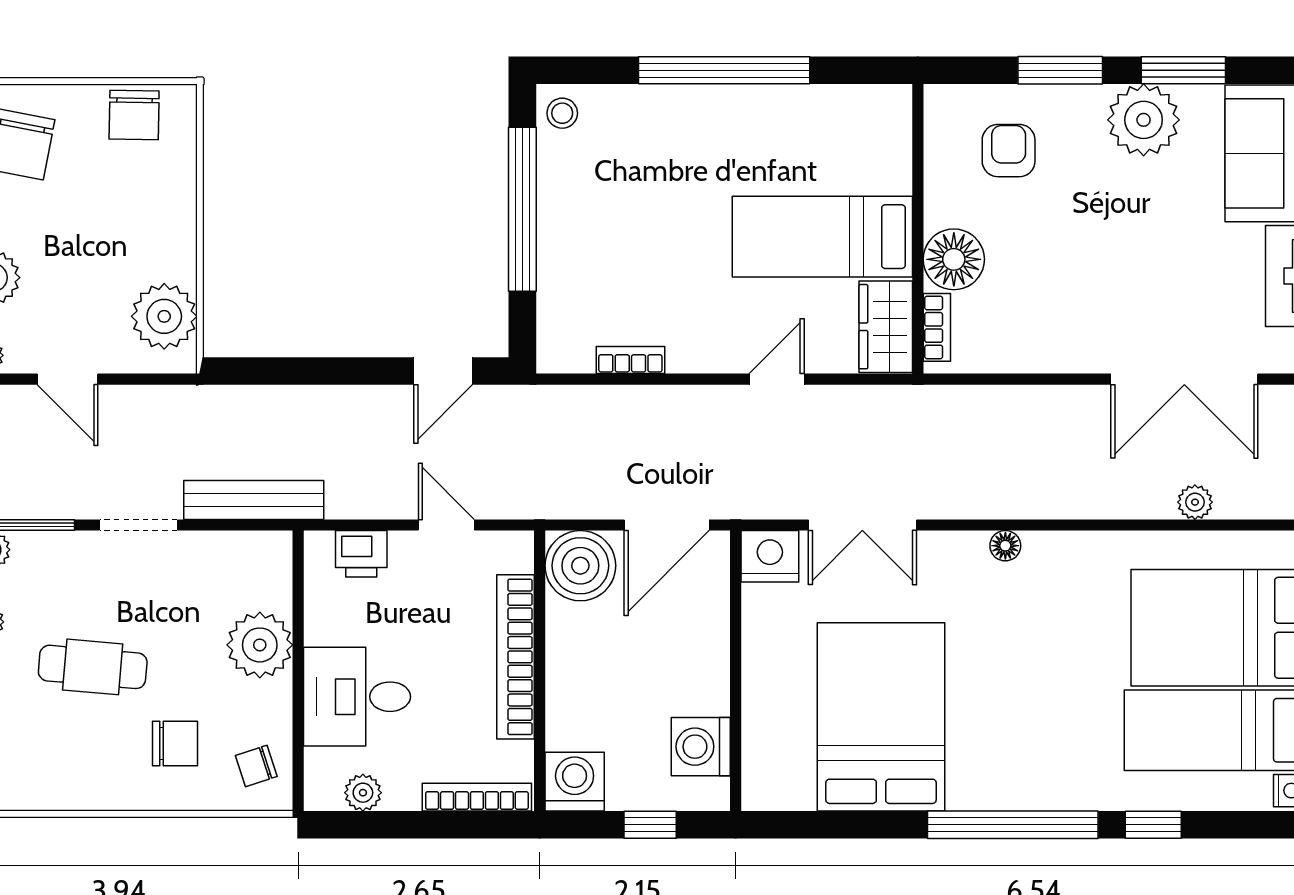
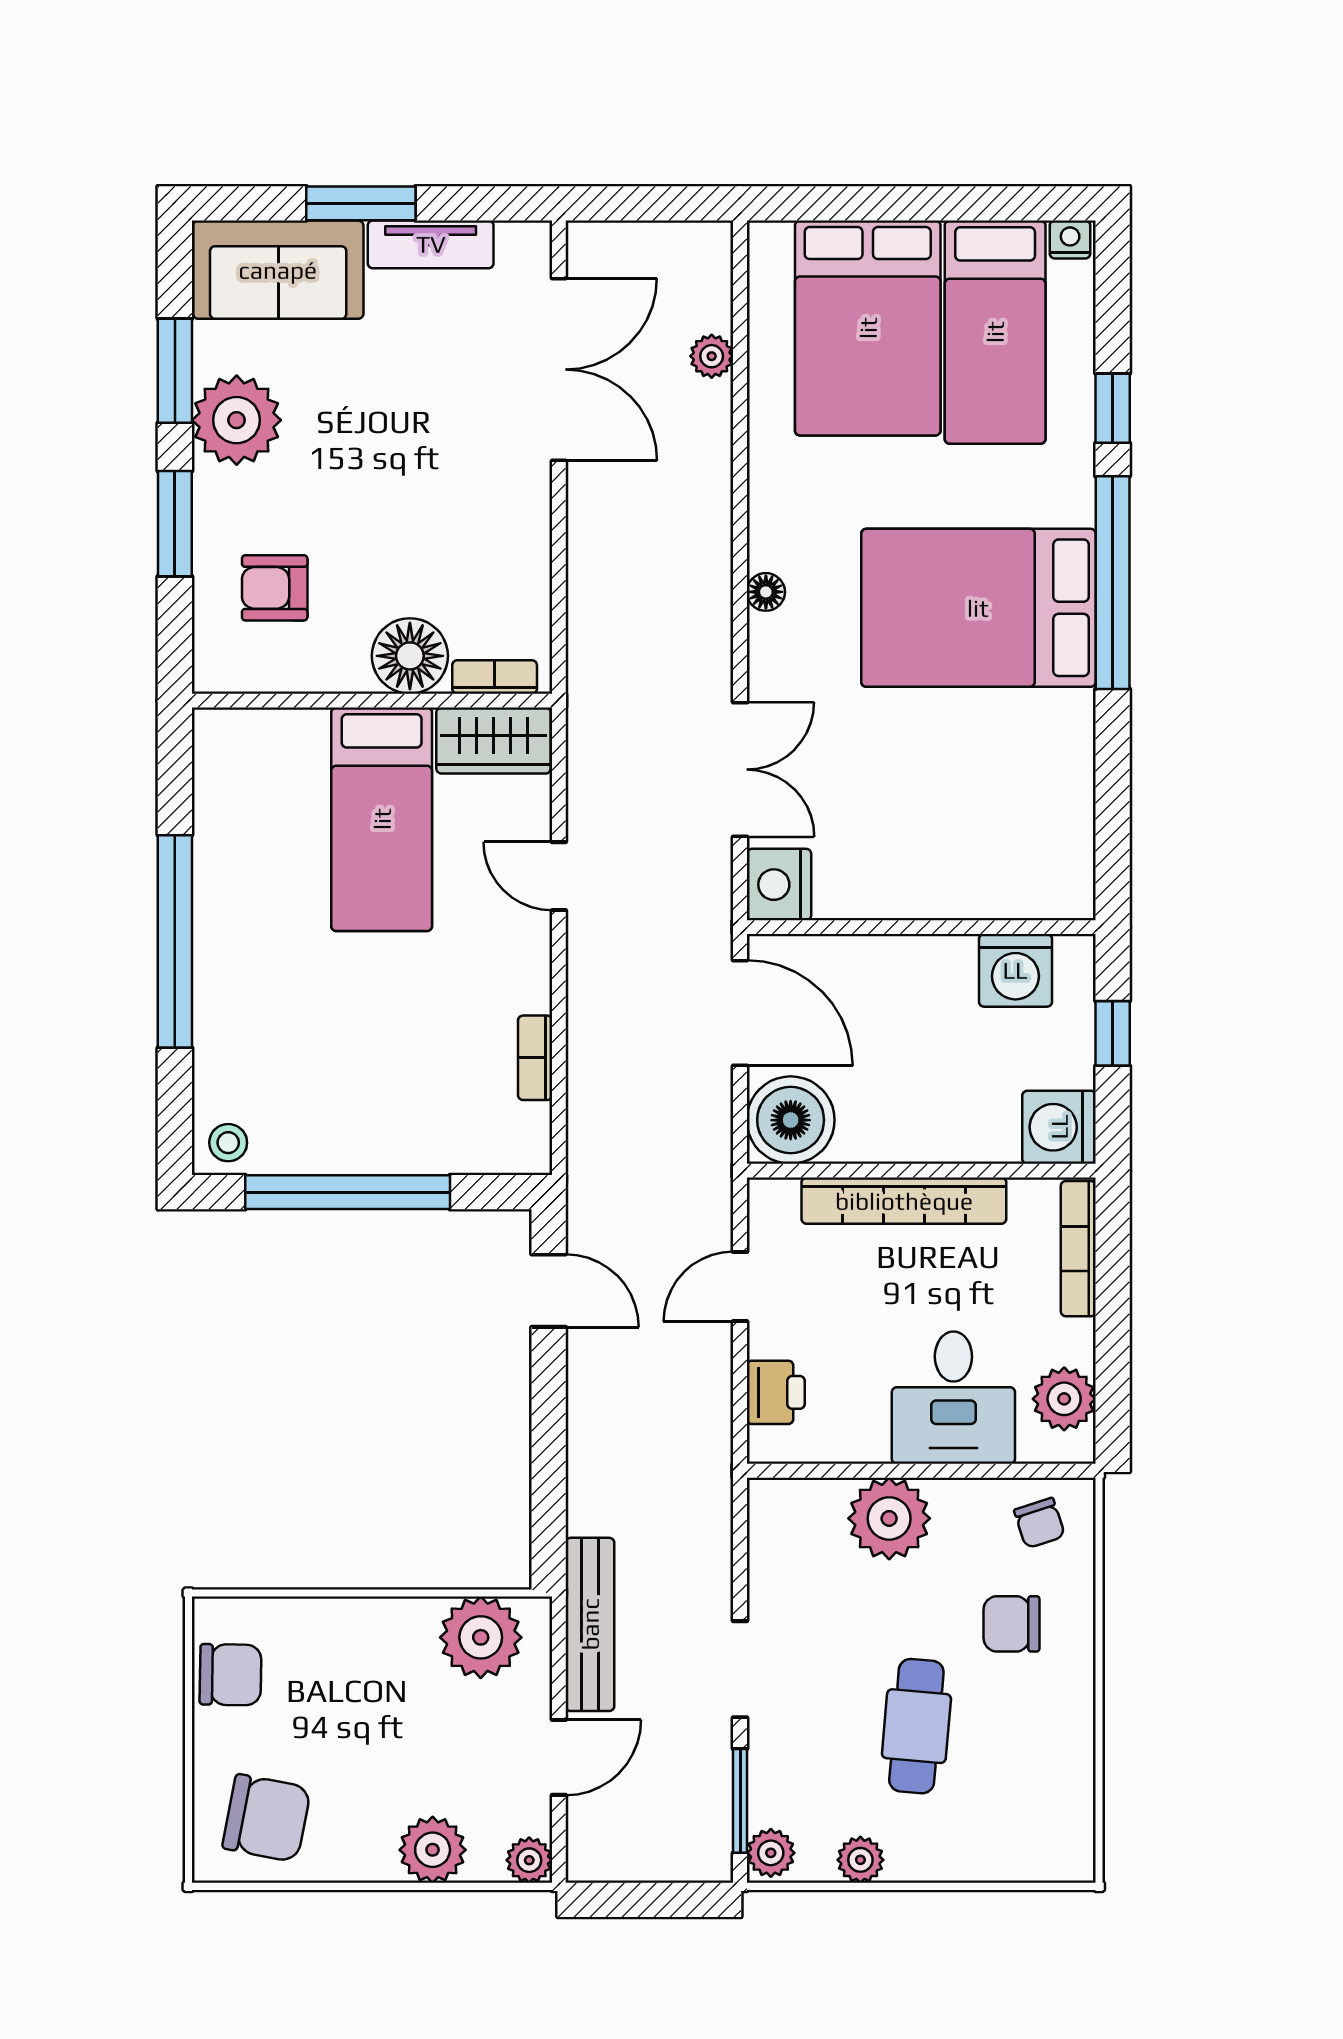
bench: (254, 500) -> (590, 1624), moved
bed: (881, 717) -> (978, 608), moved
chair: (175, 743) -> (1012, 1624), turned -90
plant: (363, 793) -> (1064, 1399), width x1.38, depth x1.38

